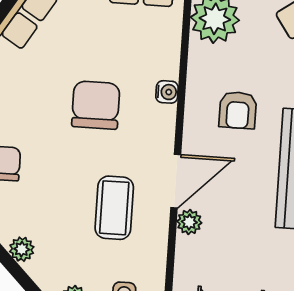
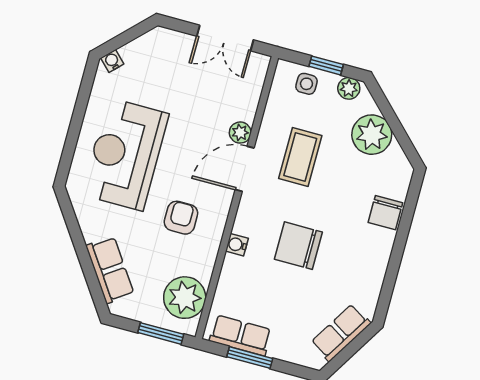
chair: (96, 105) -> (298, 246), turned 90
plant: (22, 249) -> (372, 135), width x1.87, depth x1.87

